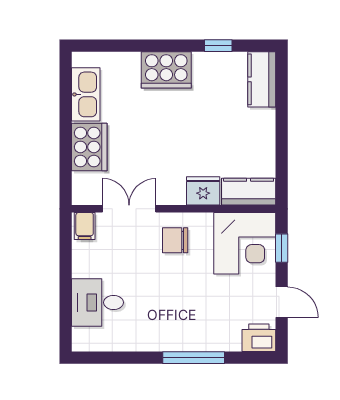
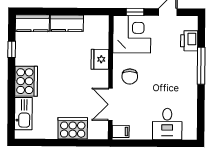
kitchen sink: (86, 94) -> (23, 114), moved, turned 90
kitchen counter: (249, 192) -> (67, 23), moved, turned -90
printer: (259, 338) -> (189, 41), moved

